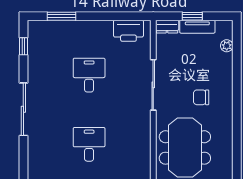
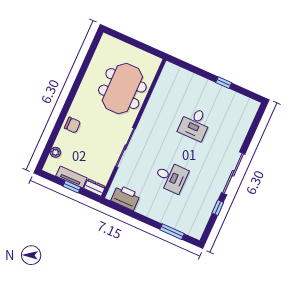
window: (23, 46) -> (218, 208), moved
desk: (89, 75) -> (171, 177), turned -90
chair: (201, 97) -> (72, 125), moved

